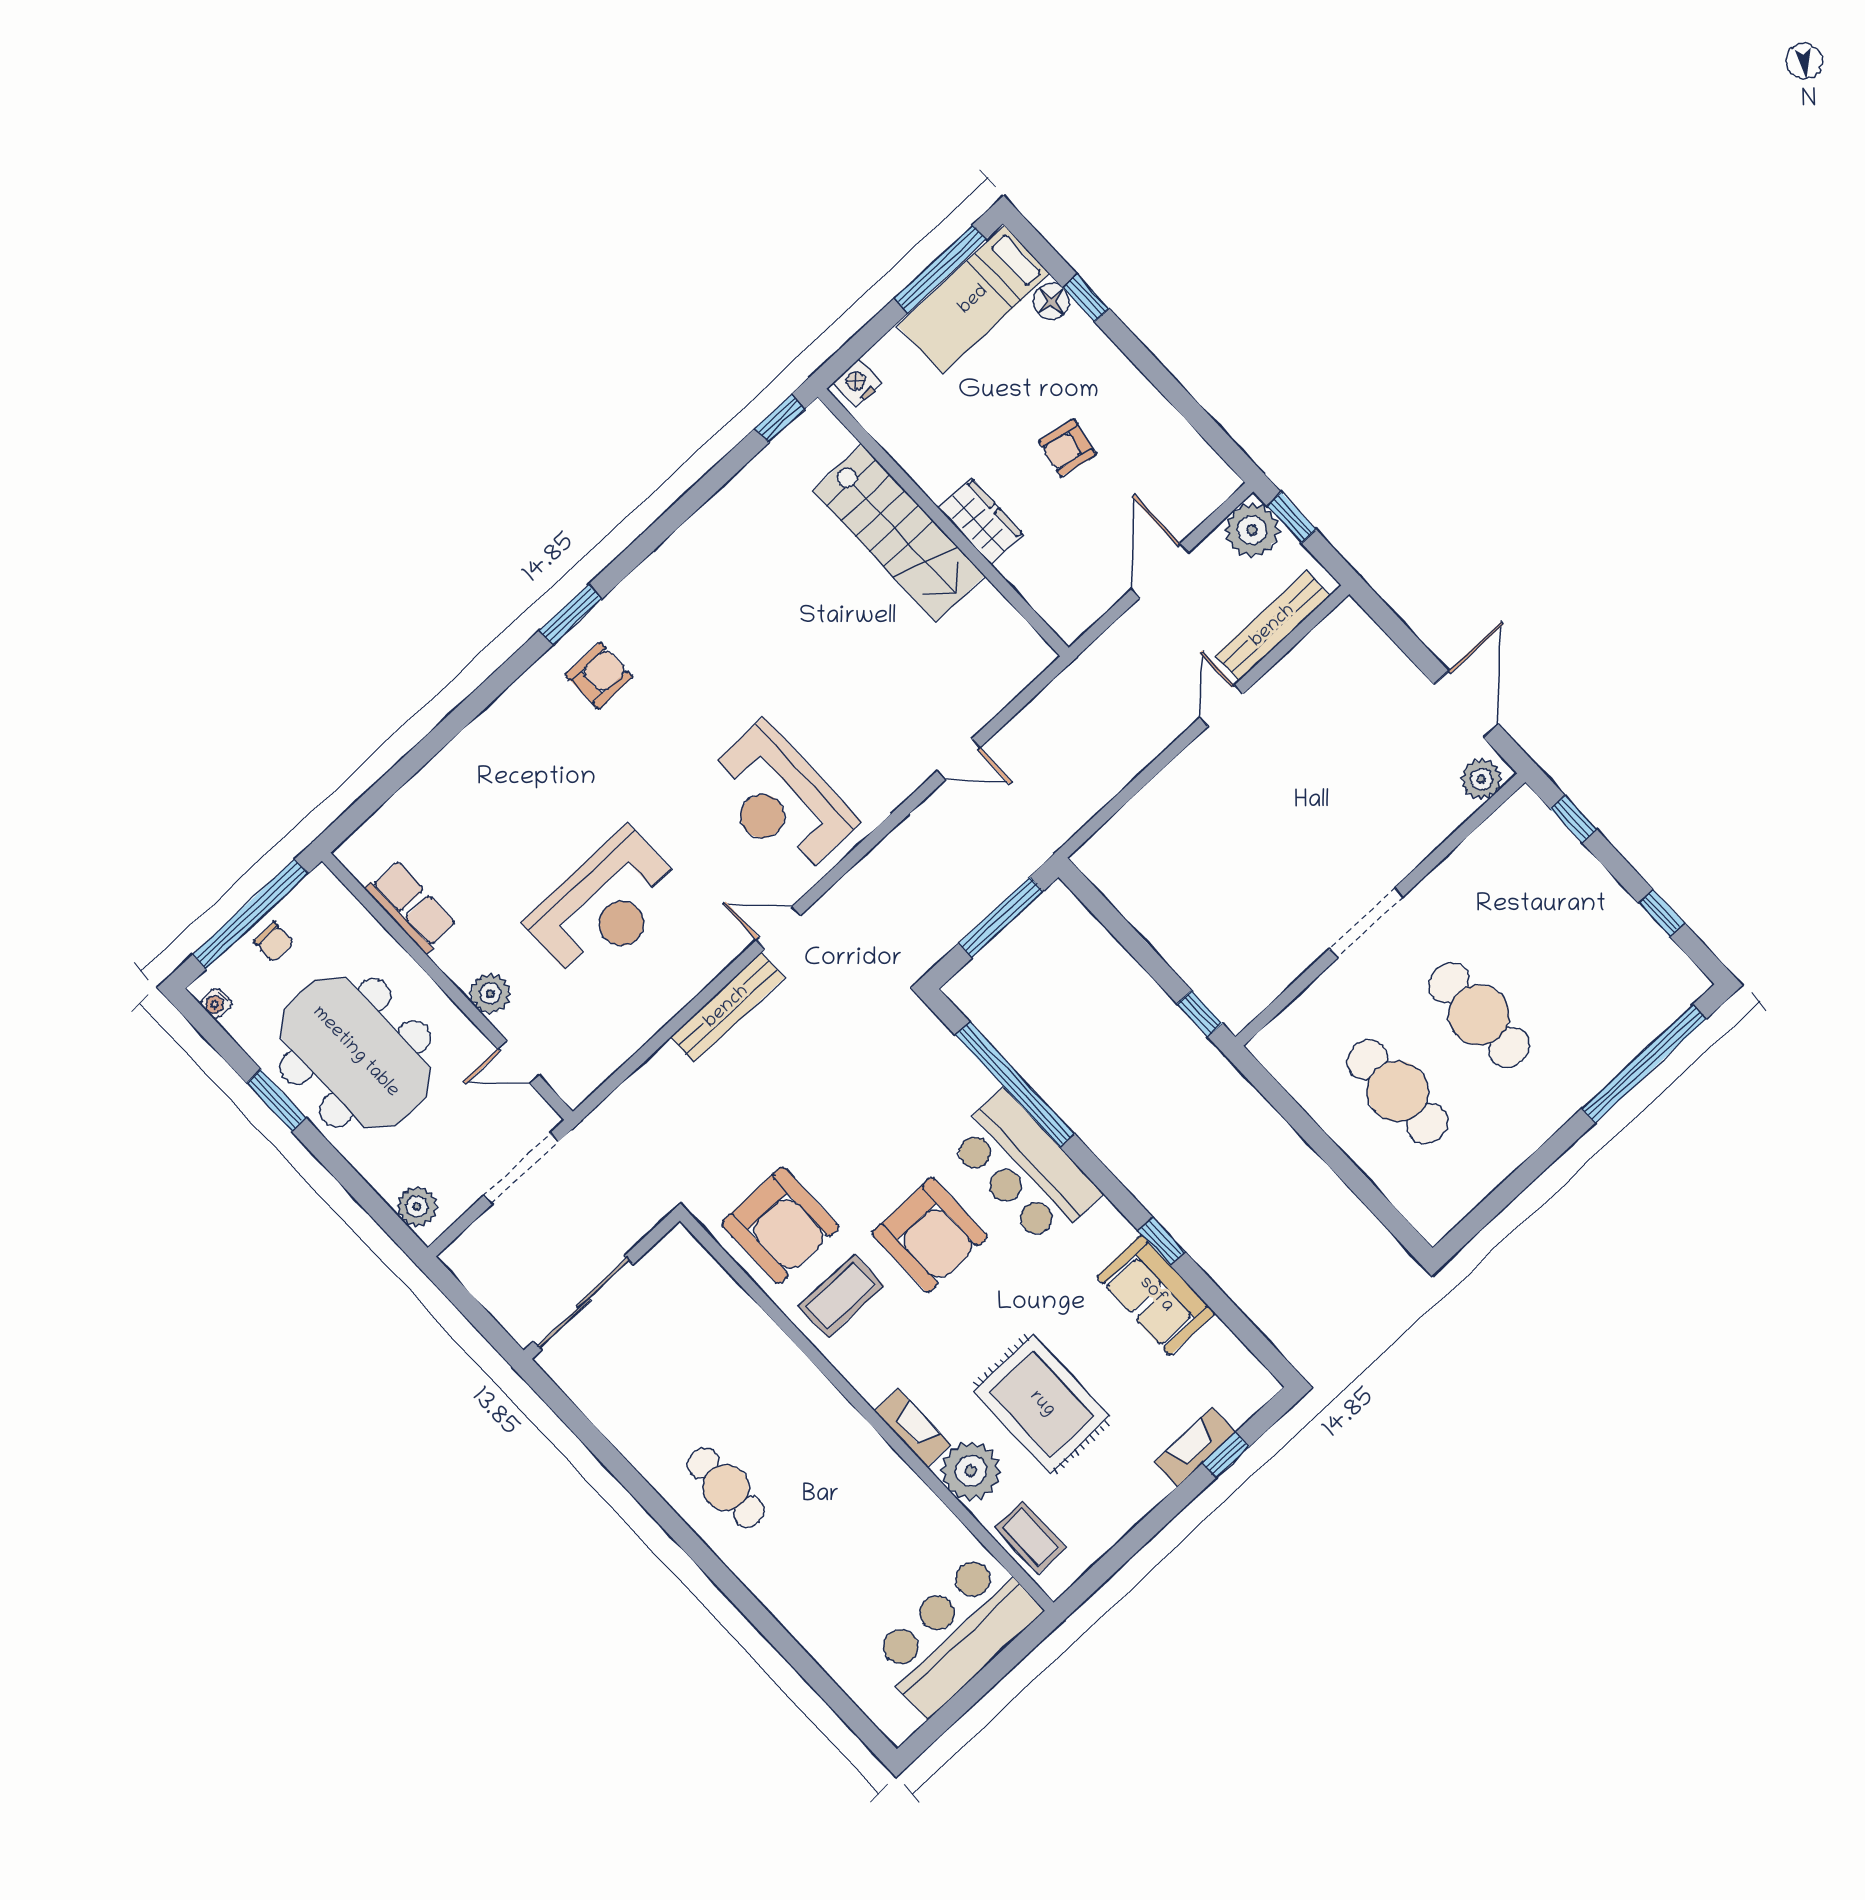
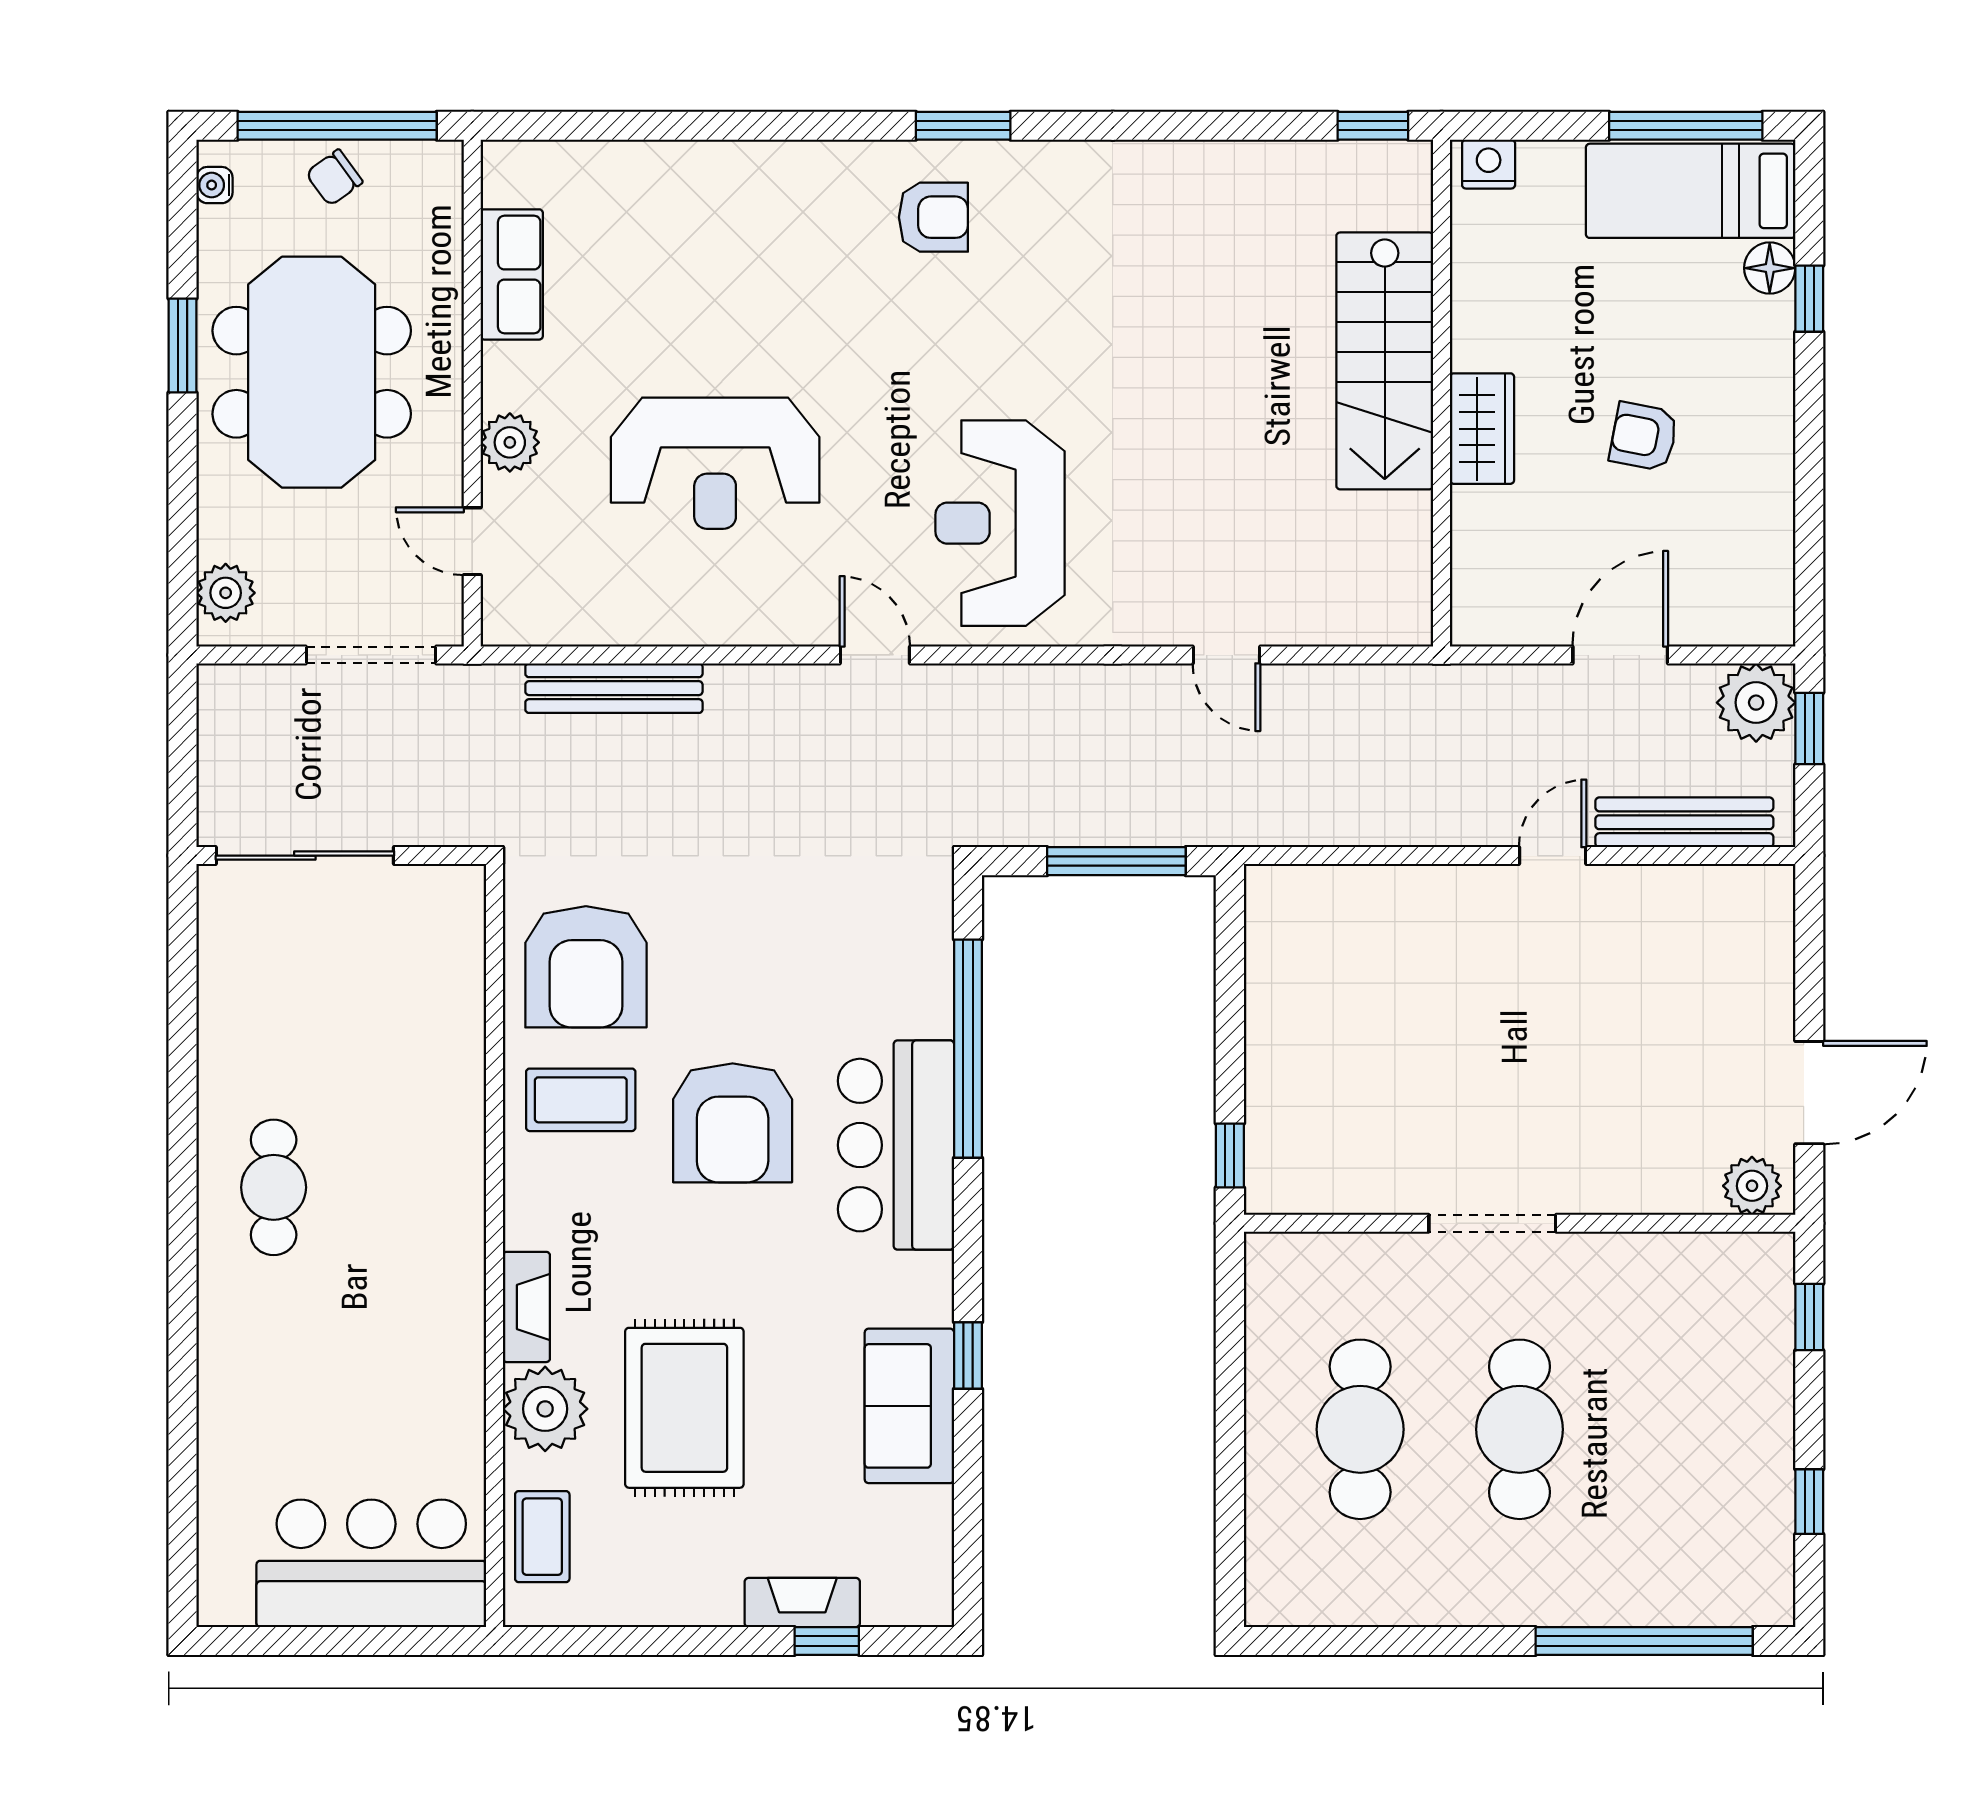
chair: (274, 942) -> (334, 178), turned 54
bench: (727, 1007) -> (614, 688), moved

